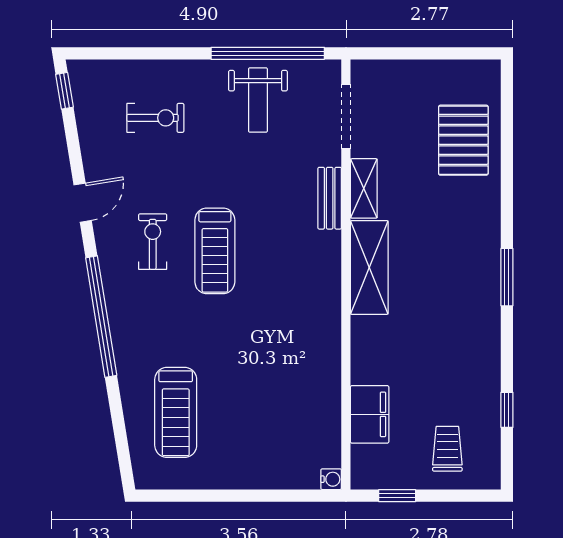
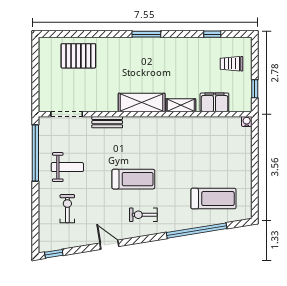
weight bench: (258, 100) -> (67, 167), moved
shelving: (364, 188) -> (181, 105), moved
exercise bike: (153, 242) -> (143, 215), moved
window: (101, 317) -> (197, 231), moved

